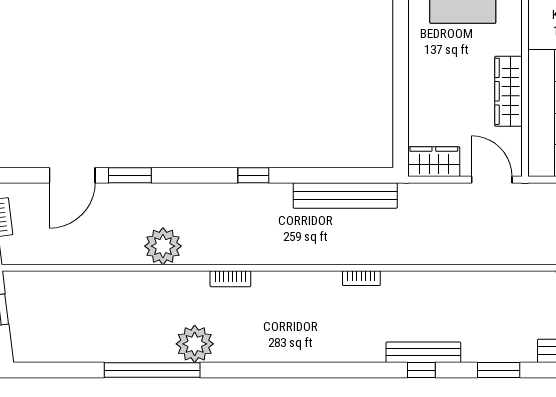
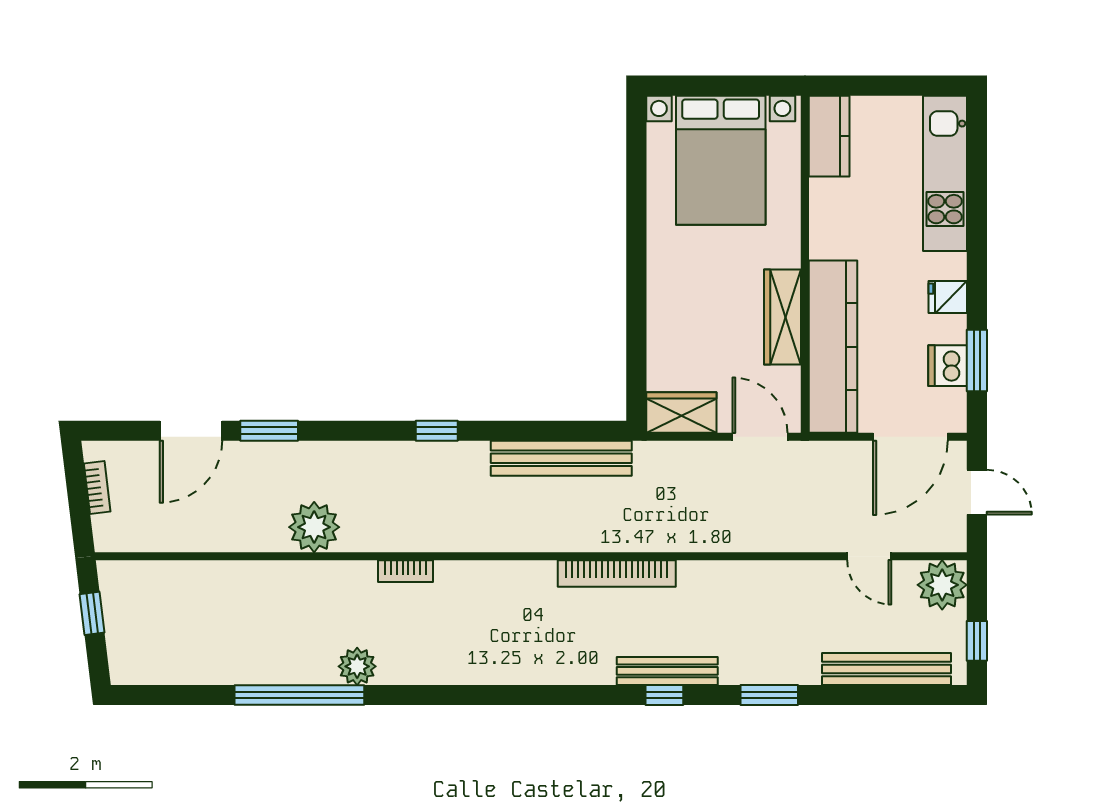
bookcase: (361, 278) -> (617, 574), width x2.31, depth x1.31
plant: (195, 344) -> (357, 666), width x0.73, depth x0.73

